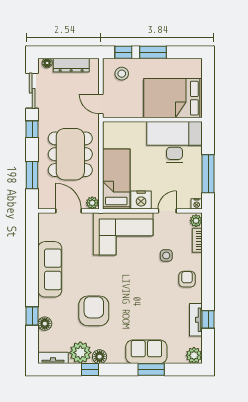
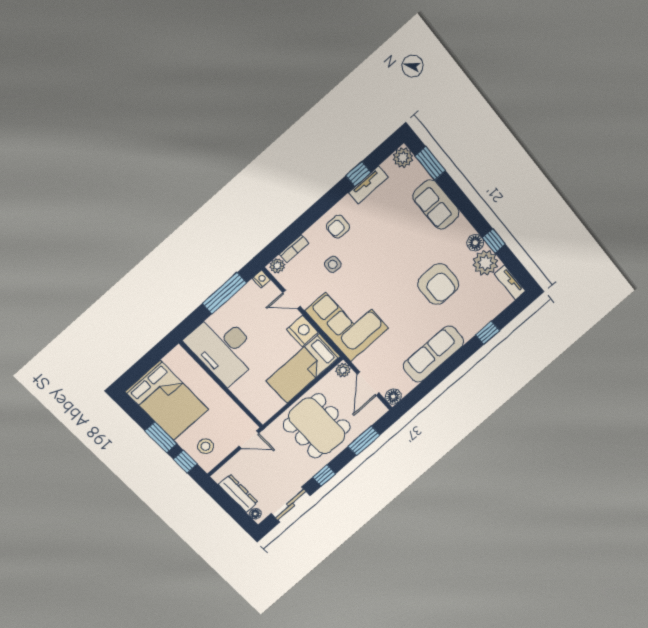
bed: (173, 98) -> (167, 401), moved
door: (101, 104) -> (249, 440), hinge flipped
dining table: (70, 154) -> (317, 426), turned 90
armchair: (94, 311) -> (438, 284), turned -90
floor lamp: (45, 324) -> (393, 397), moved
window: (151, 369) -> (430, 163), moved

